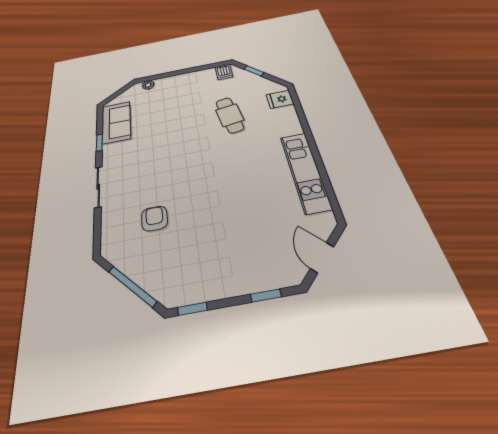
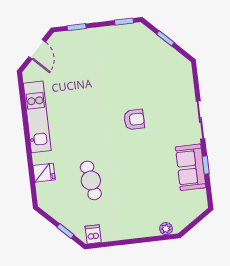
fridge: (280, 99) -> (44, 173), moved
sofa: (116, 122) -> (191, 167), moved
armchair: (154, 218) -> (134, 119), moved, turned -90
window: (132, 286) -> (165, 38), width x0.46

